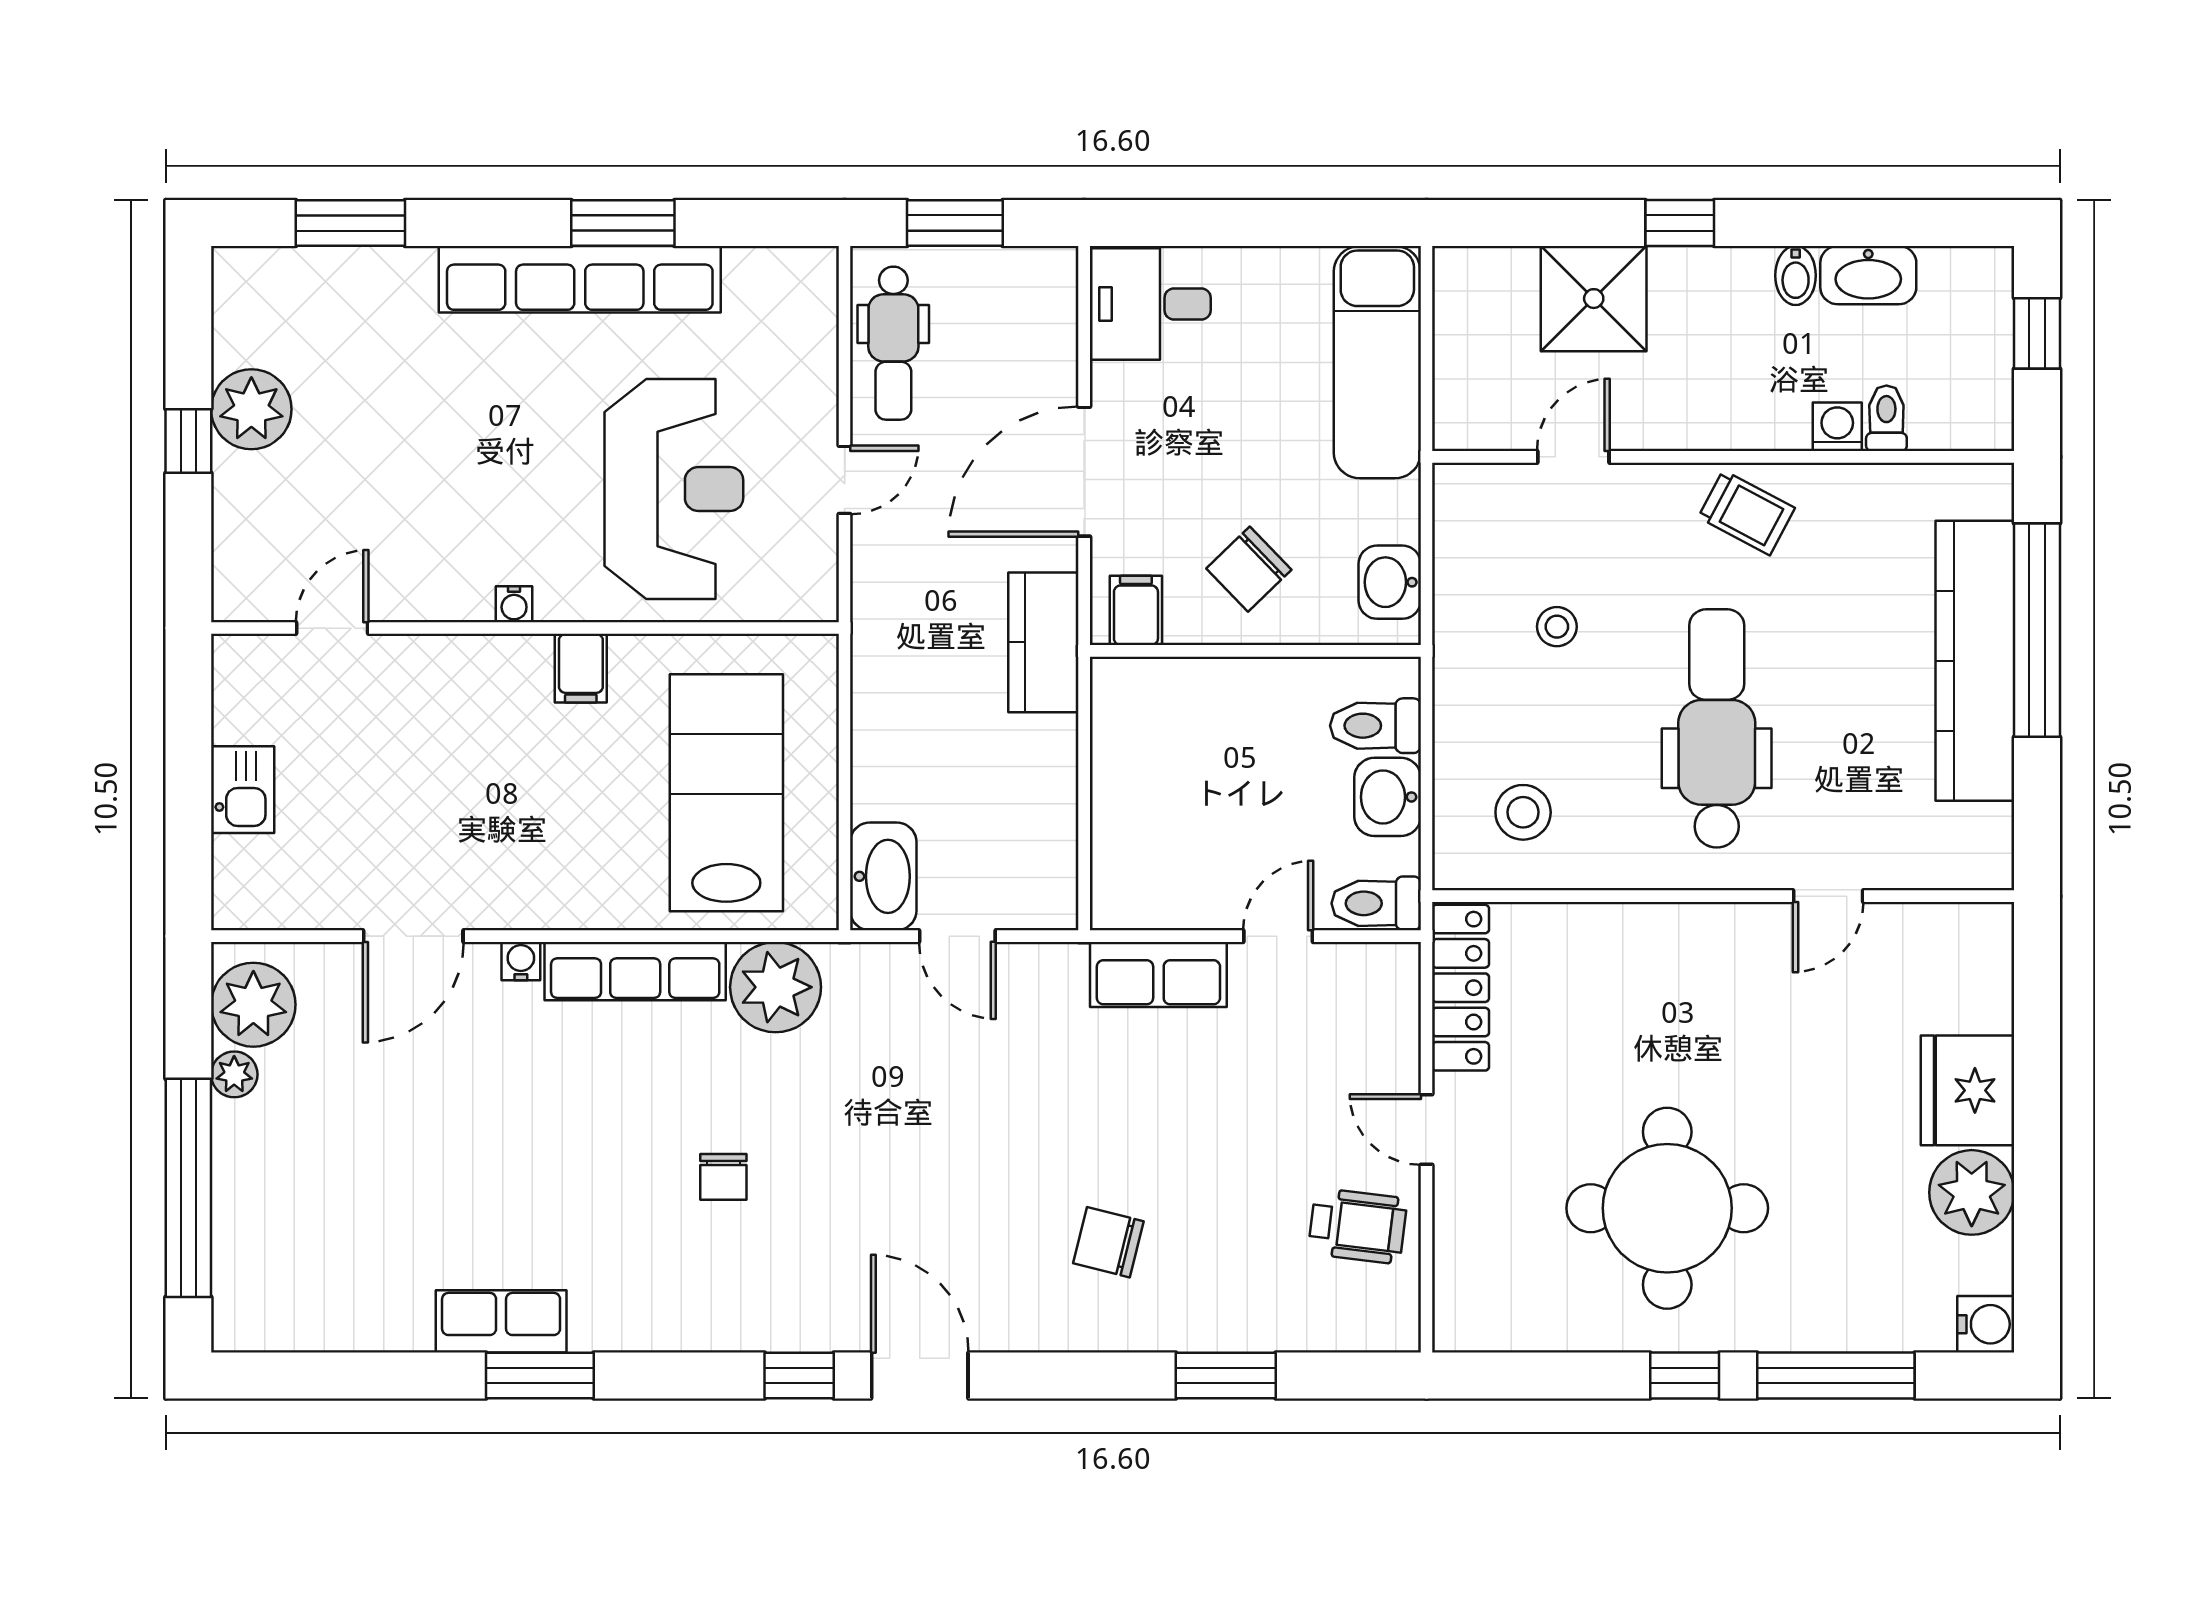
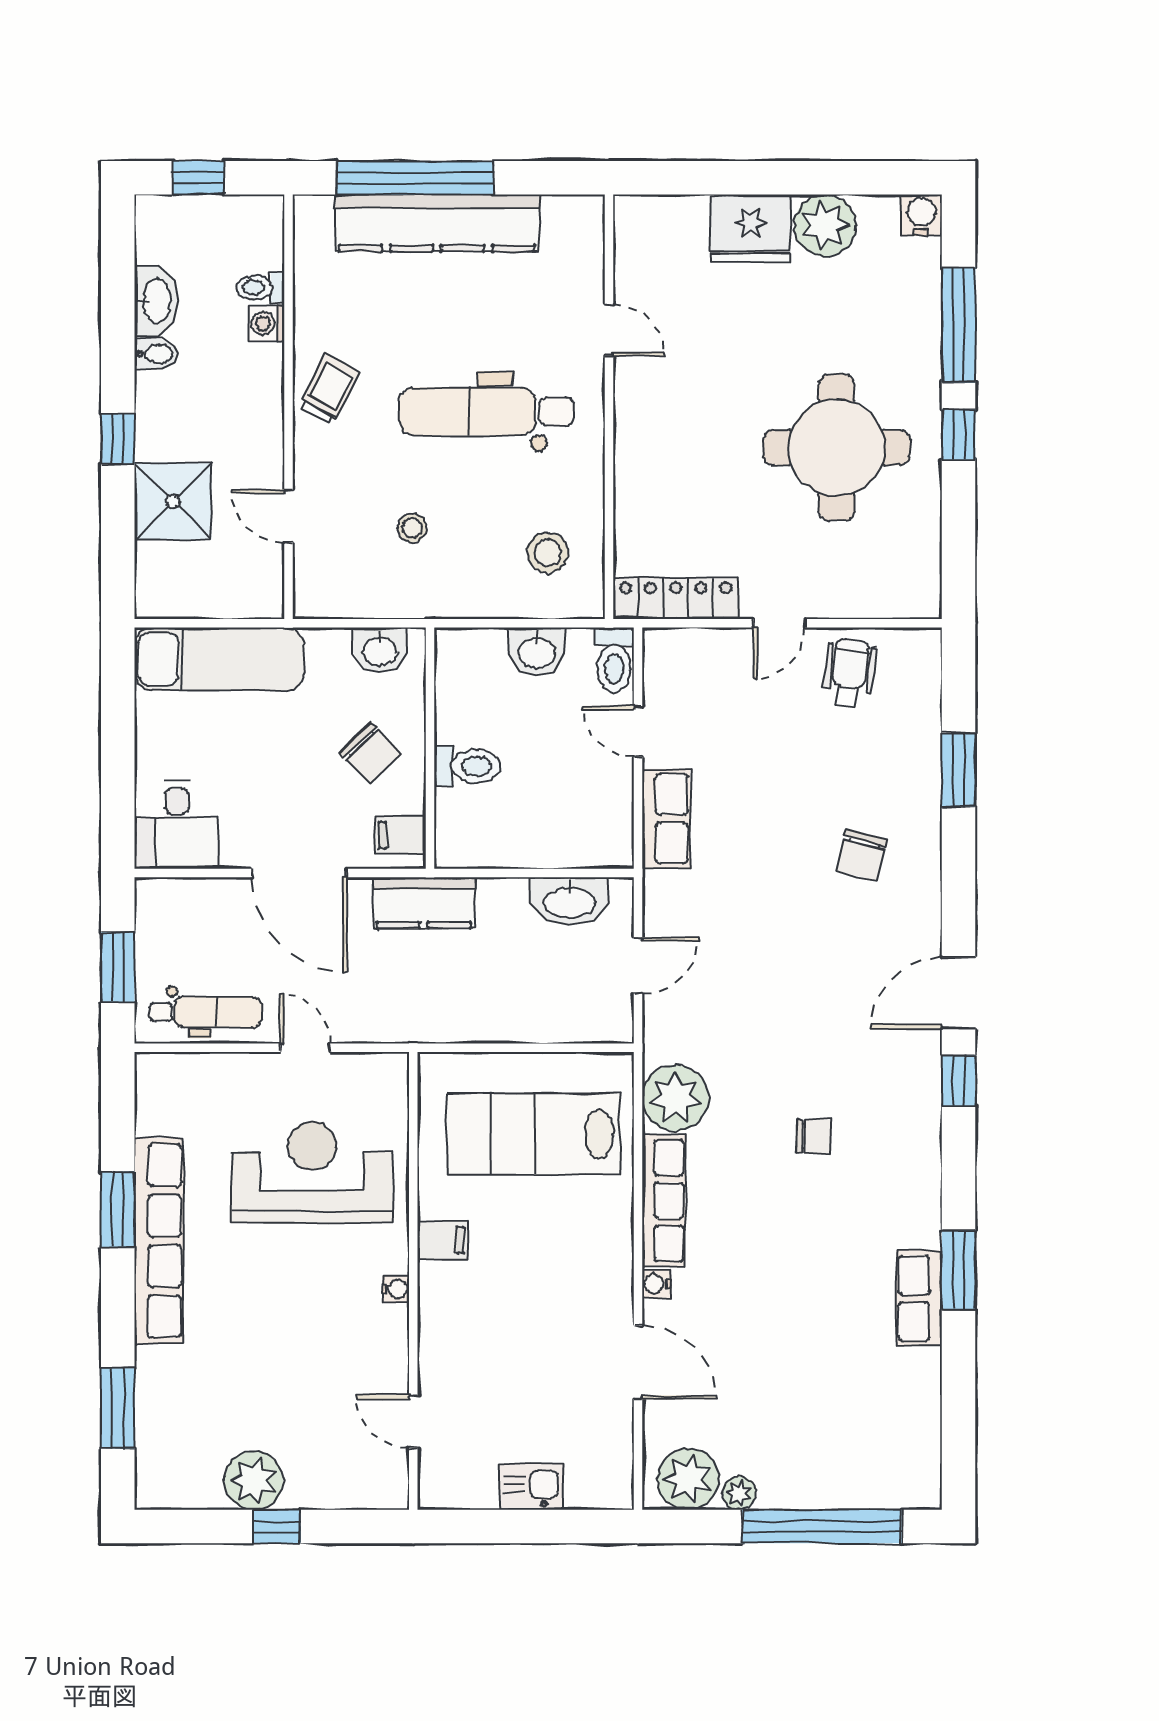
toilet: (1375, 726) -> (467, 766), moved, turned -90
washbasin: (883, 876) -> (570, 901), moved, turned 180

